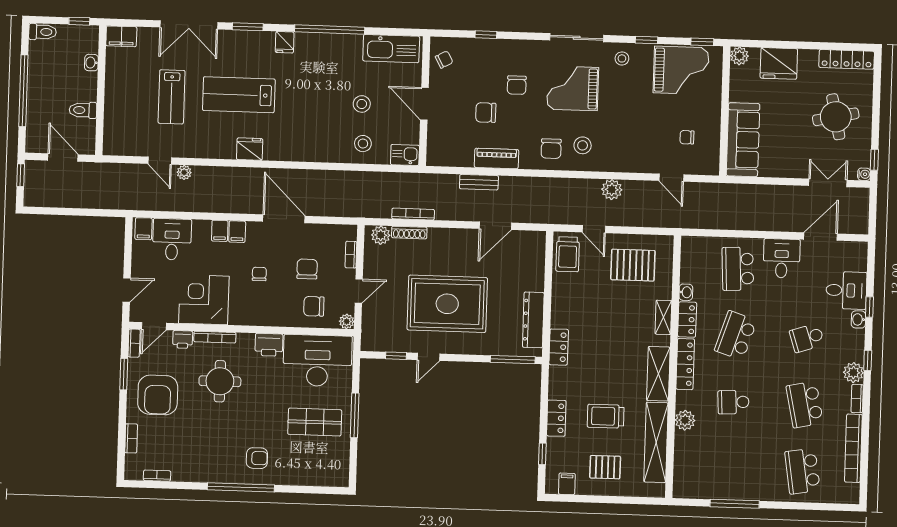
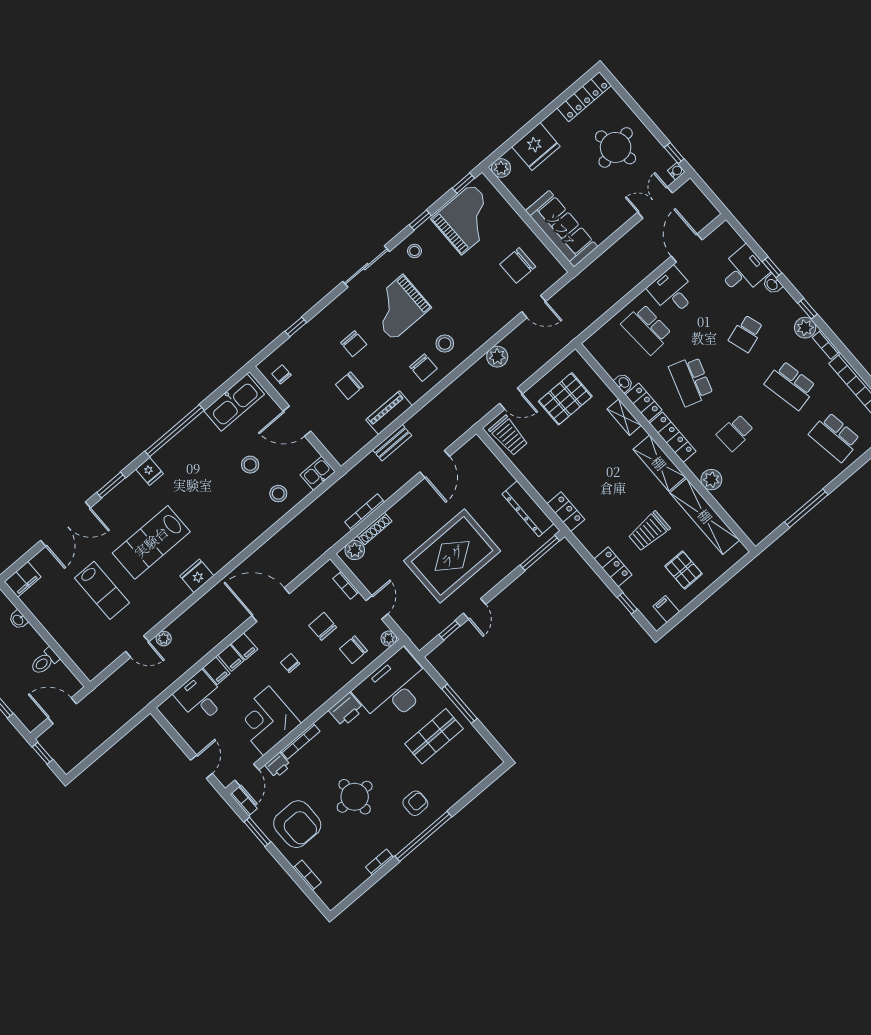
chair: (444, 60) -> (281, 374), turned -62
chair: (687, 137) -> (518, 265), width x1.87, depth x1.87
filing cabinet: (144, 229) -> (216, 671), moved
round table: (220, 381) -> (355, 797), moved
pallet: (605, 467) -> (684, 570), turned 90
bookcase: (157, 476) -> (379, 862), moved

